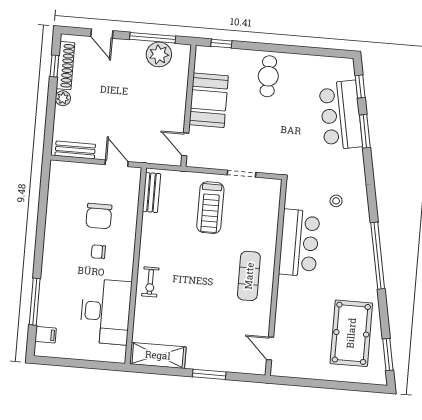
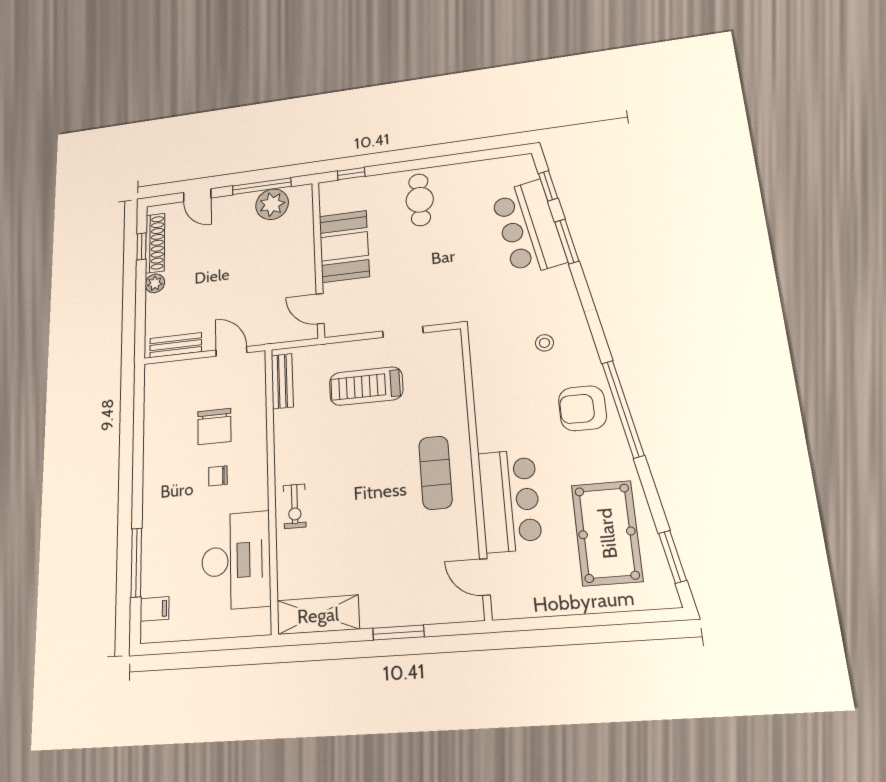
treadmill: (210, 208) -> (366, 386), turned 90
bar counter: (299, 243) -> (510, 500), moved
armchair: (352, 250) -> (582, 408), added

